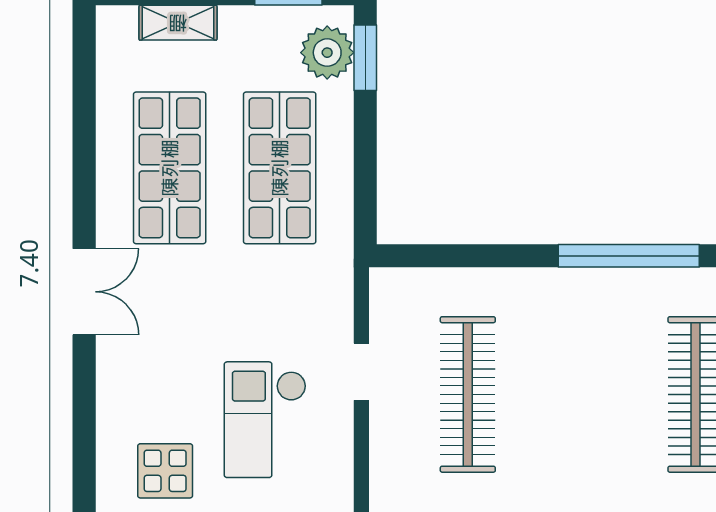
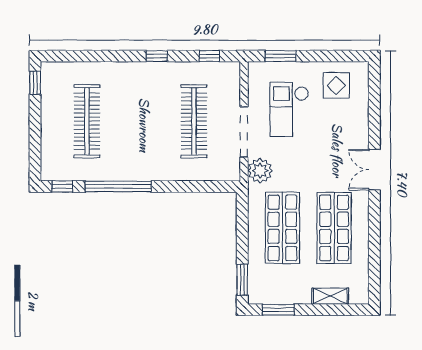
plant: (327, 53) -> (260, 171), moved
doorway: (361, 372) -> (244, 132), width x1.88
checkout: (265, 420) -> (289, 109), turned 180

